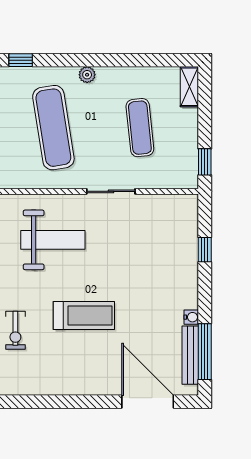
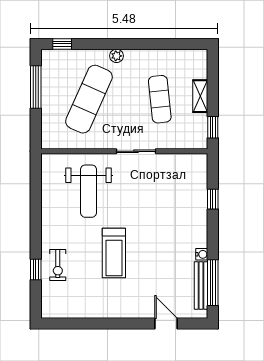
shelving: (189, 87) -> (200, 96), moved
exercise mat: (53, 128) -> (89, 99), turned 33
weight bench: (53, 240) -> (88, 191), turned 90
treadmill: (84, 315) -> (114, 253), turned 90
door: (148, 402) -> (166, 324), width x0.53

